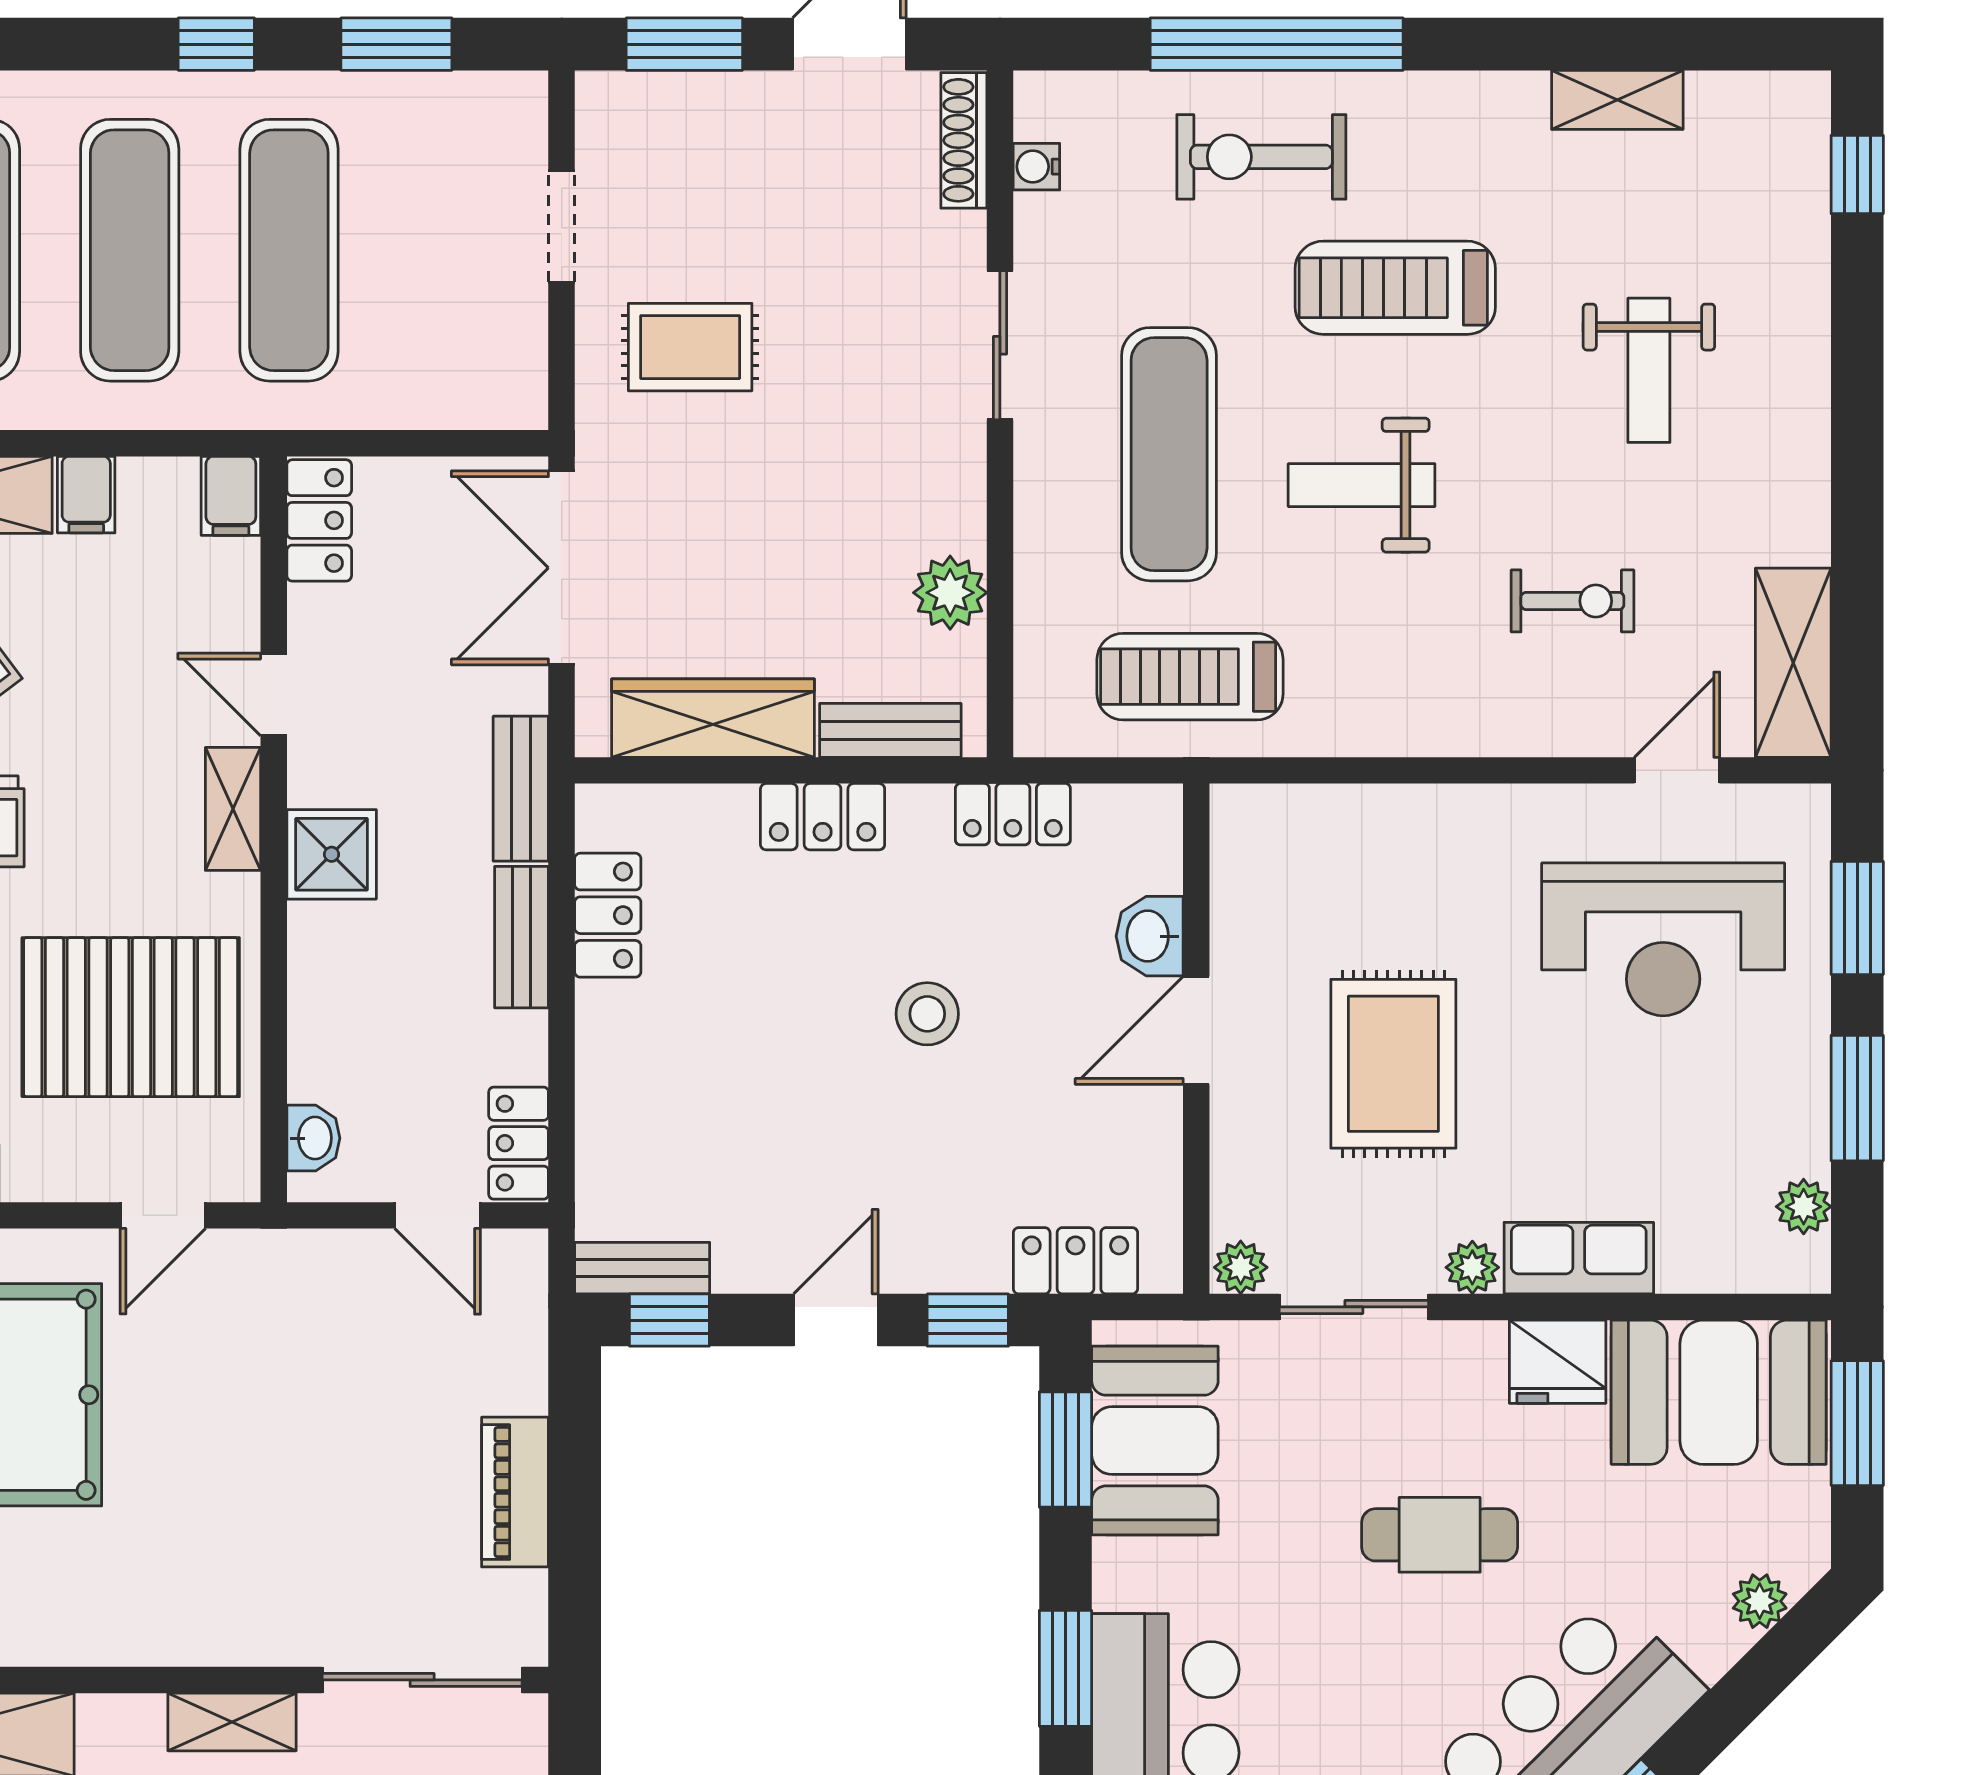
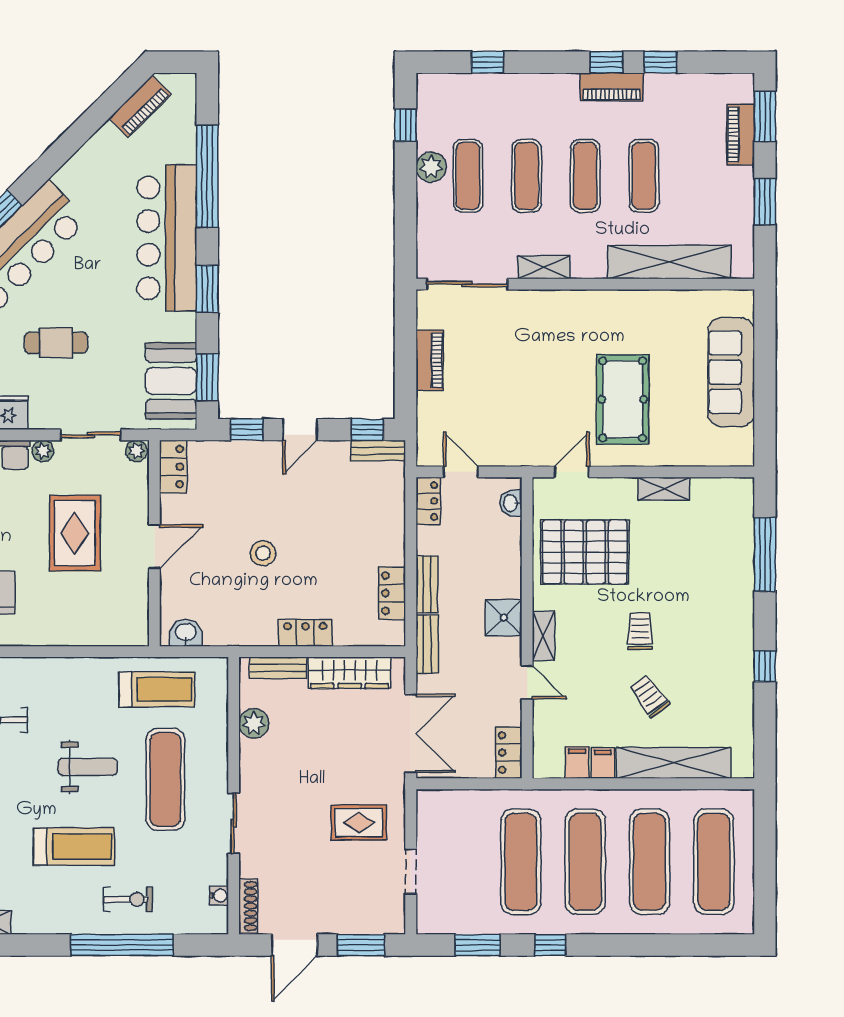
exercise bike: (1261, 157) -> (128, 899), width x0.73, depth x0.72
filing cabinet: (231, 496) -> (577, 762), moved
locker: (1013, 814) -> (228, 634), removed
washbasin: (1150, 936) -> (186, 633), moved, turned -90
locker: (1075, 1261) -> (173, 467), moved, turned -90

